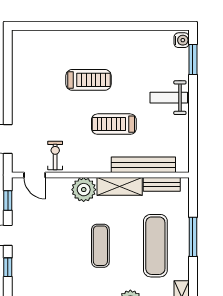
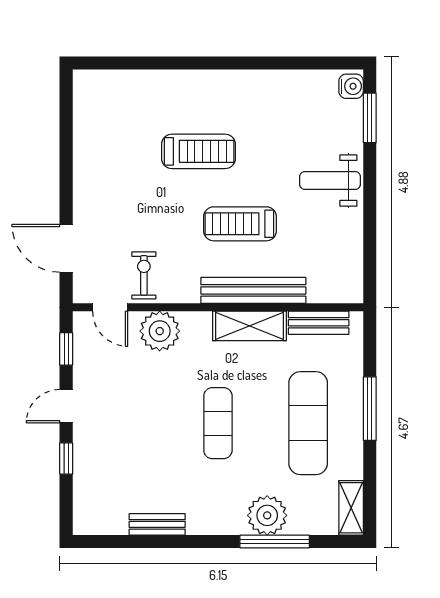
bench: (143, 165) -> (253, 290), moved
plant: (84, 190) -> (160, 331), moved

